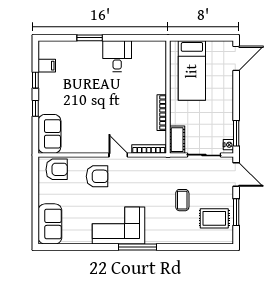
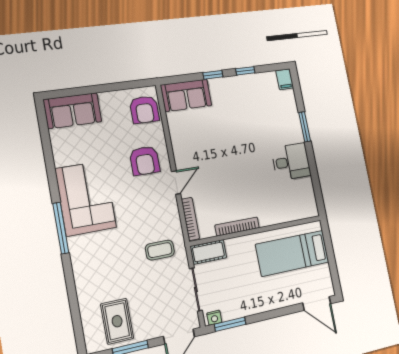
filing cabinet: (47, 66) -> (285, 79), moved
coffee table: (182, 200) -> (160, 250), moved

